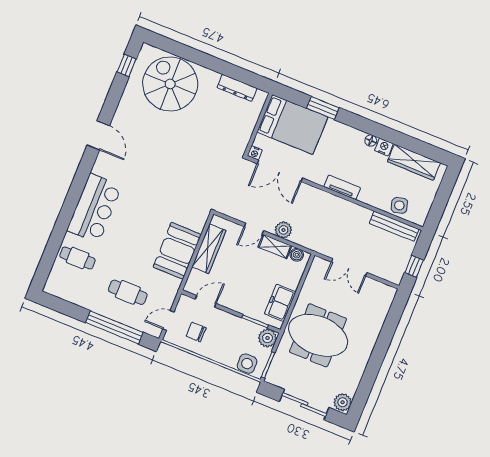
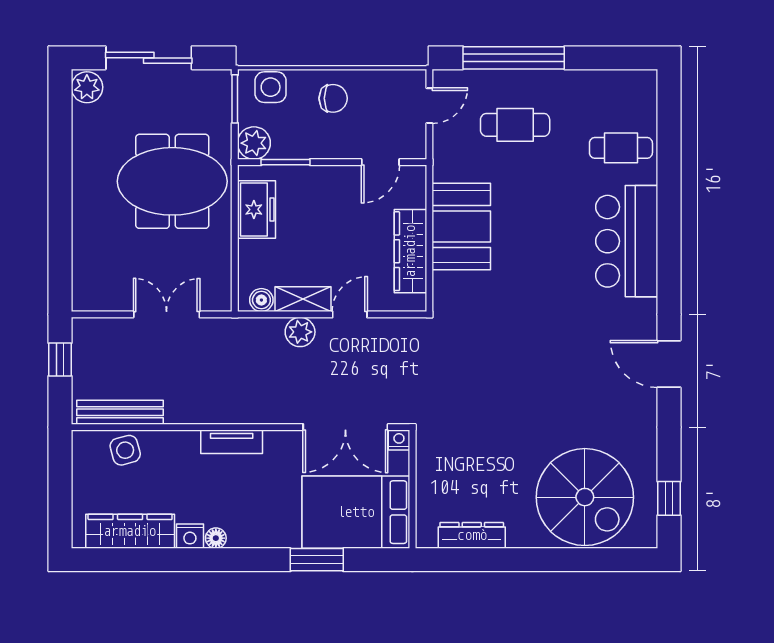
double door: (280, 171) -> (345, 427), swing flipped
chair: (196, 332) -> (333, 98), moved

